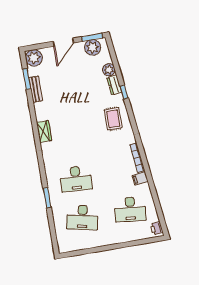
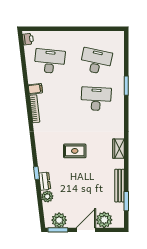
plant: (34, 58) -> (104, 220), moved
bench: (36, 89) -> (120, 186), width x1.36
rug: (113, 119) -> (75, 151), moved, turned 90

